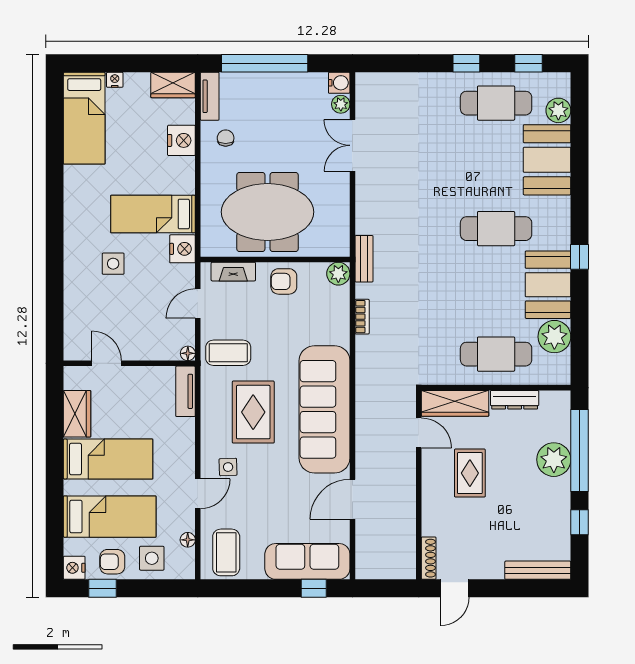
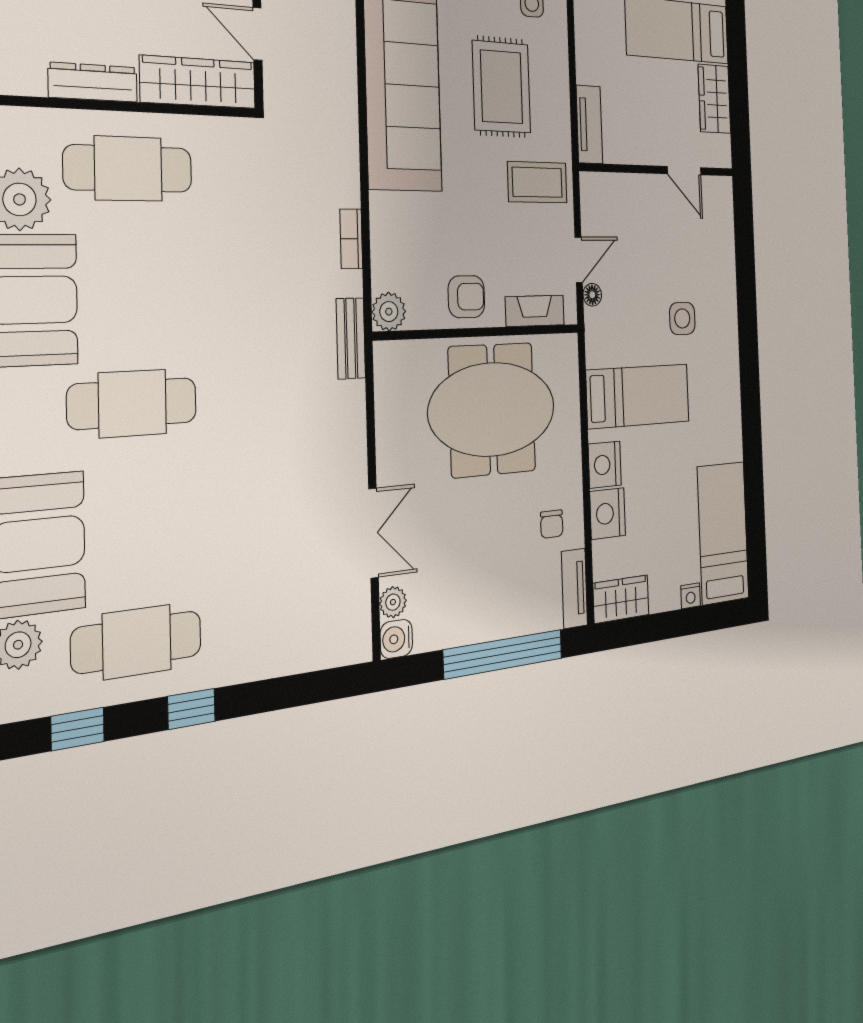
nightstand: (182, 249) -> (605, 465), moved
floor lamp: (188, 353) -> (592, 295), moved

